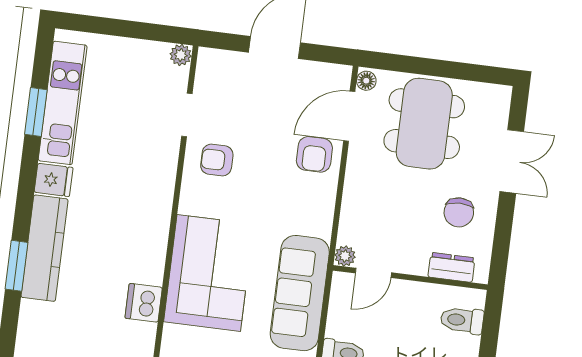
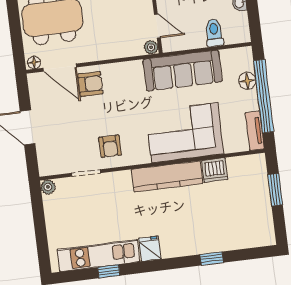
window: (36, 112) -> (109, 271), width x0.67
kitchen counter: (45, 248) -> (167, 176), moved, turned 180
window: (17, 266) -> (212, 259), width x0.67

